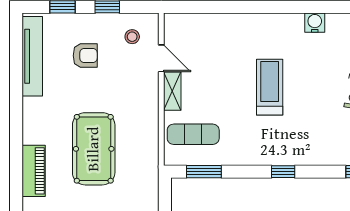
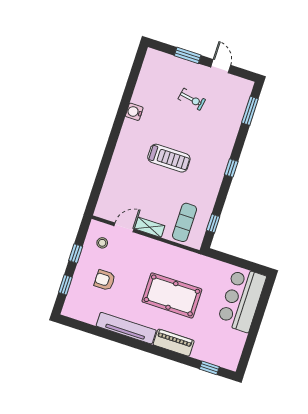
tv unit: (32, 56) -> (126, 328), moved
armchair: (85, 56) -> (105, 280), turned -90
treadmill: (270, 87) -> (169, 158), turned 180
window: (204, 172) -> (213, 223), width x0.67

